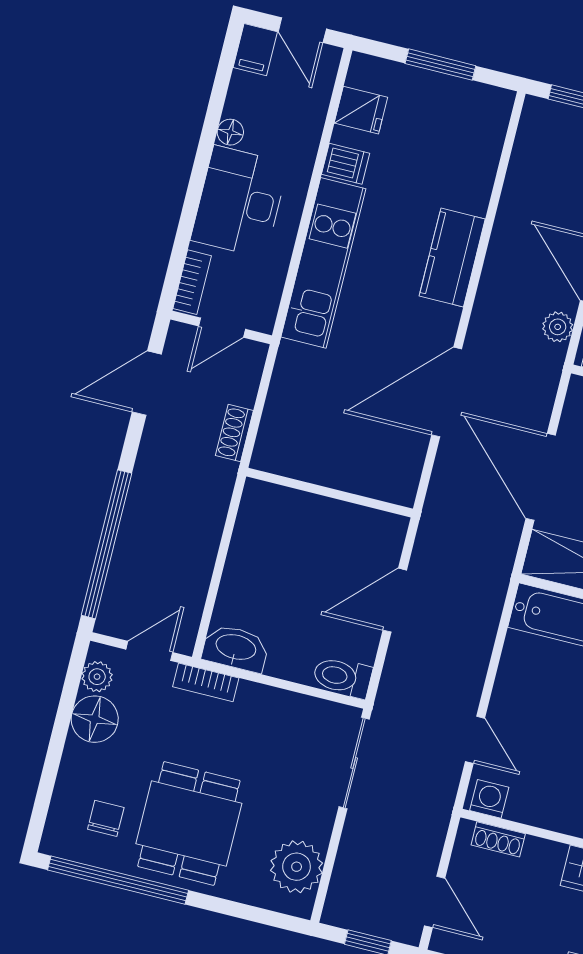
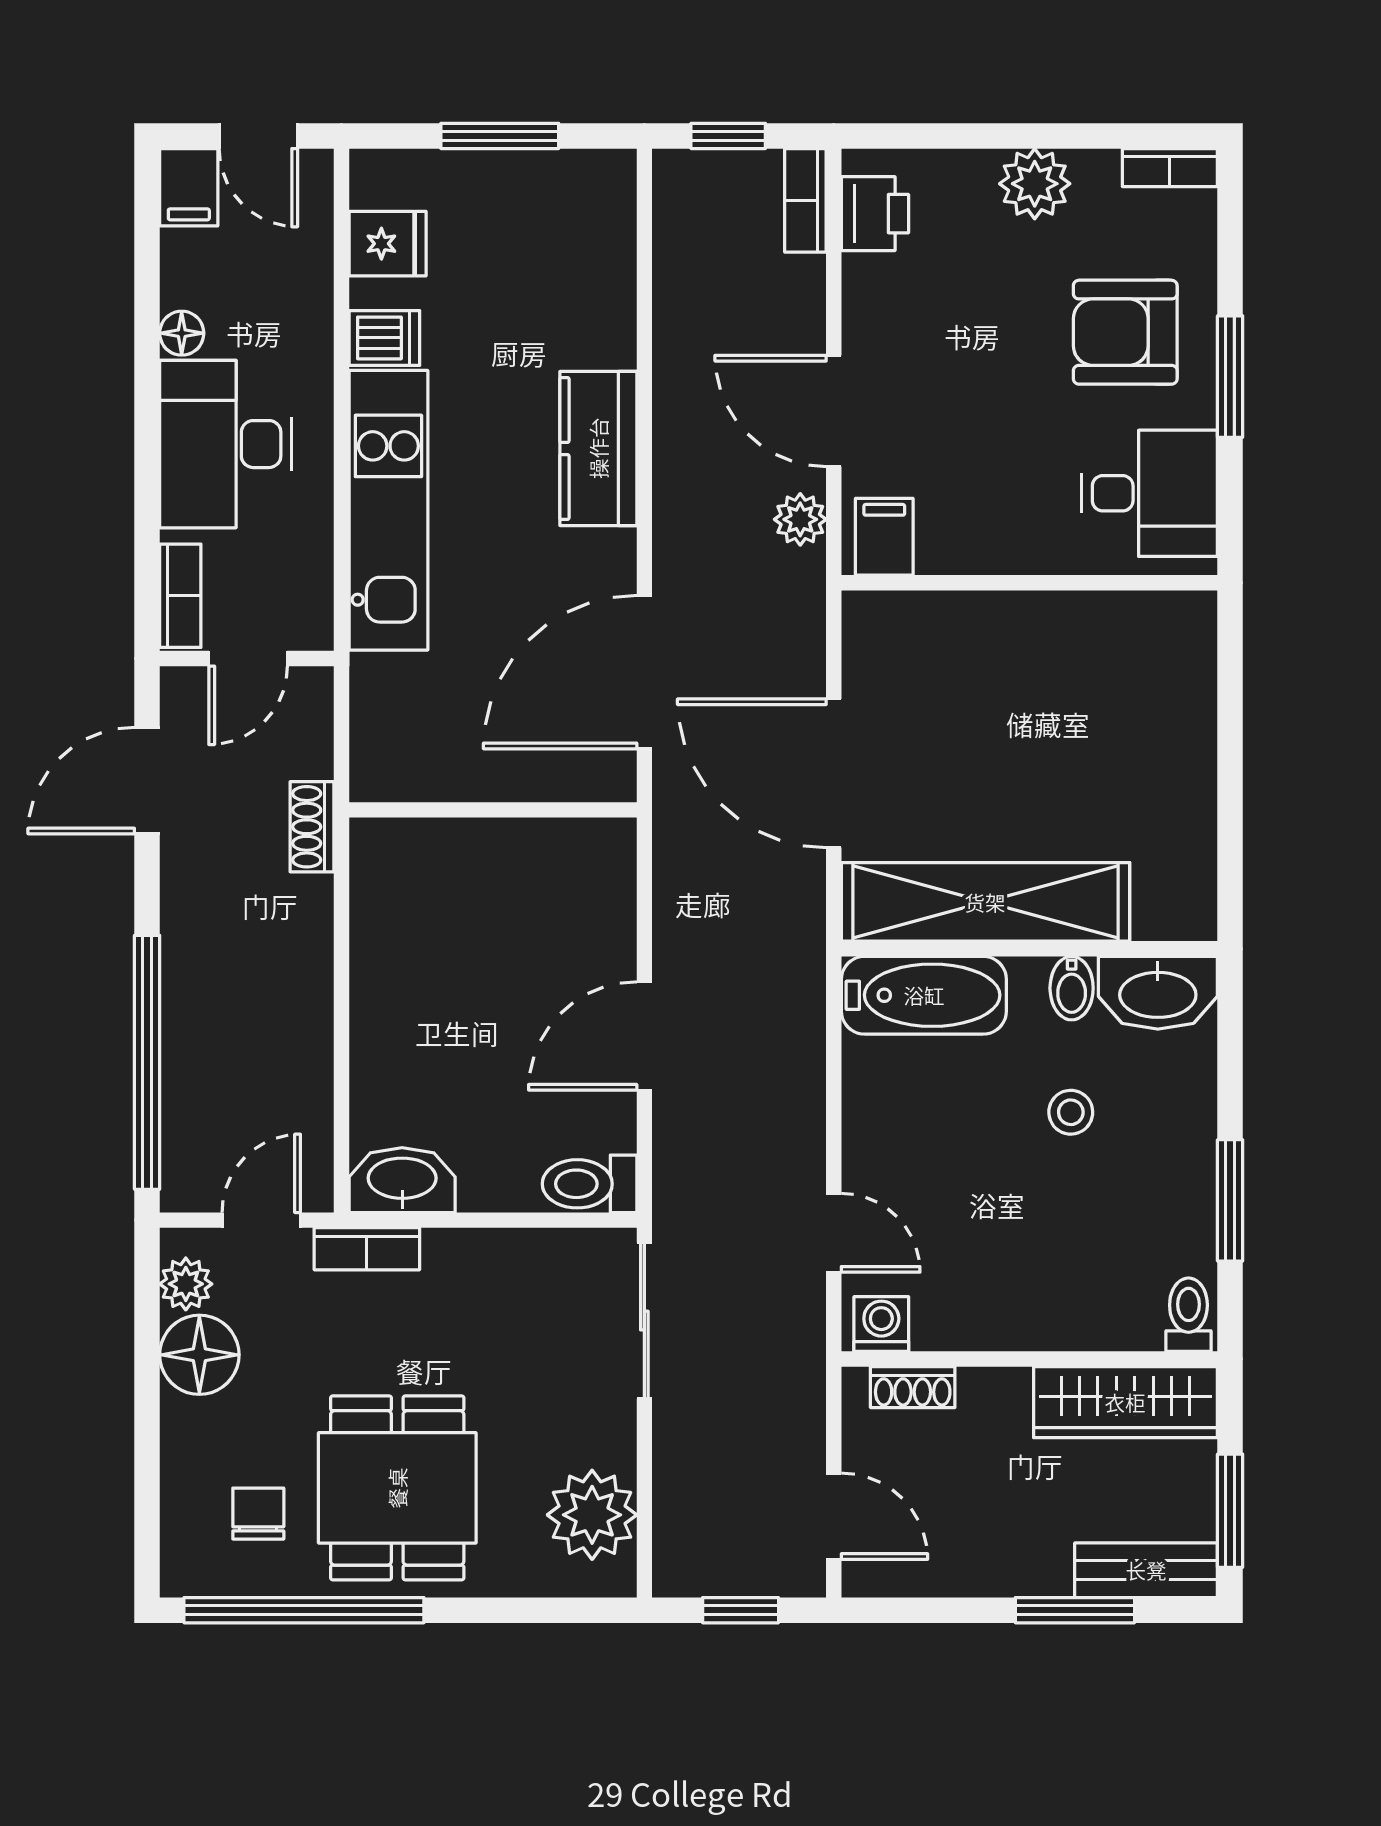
wall: (330, 493) -> (493, 810), moved

